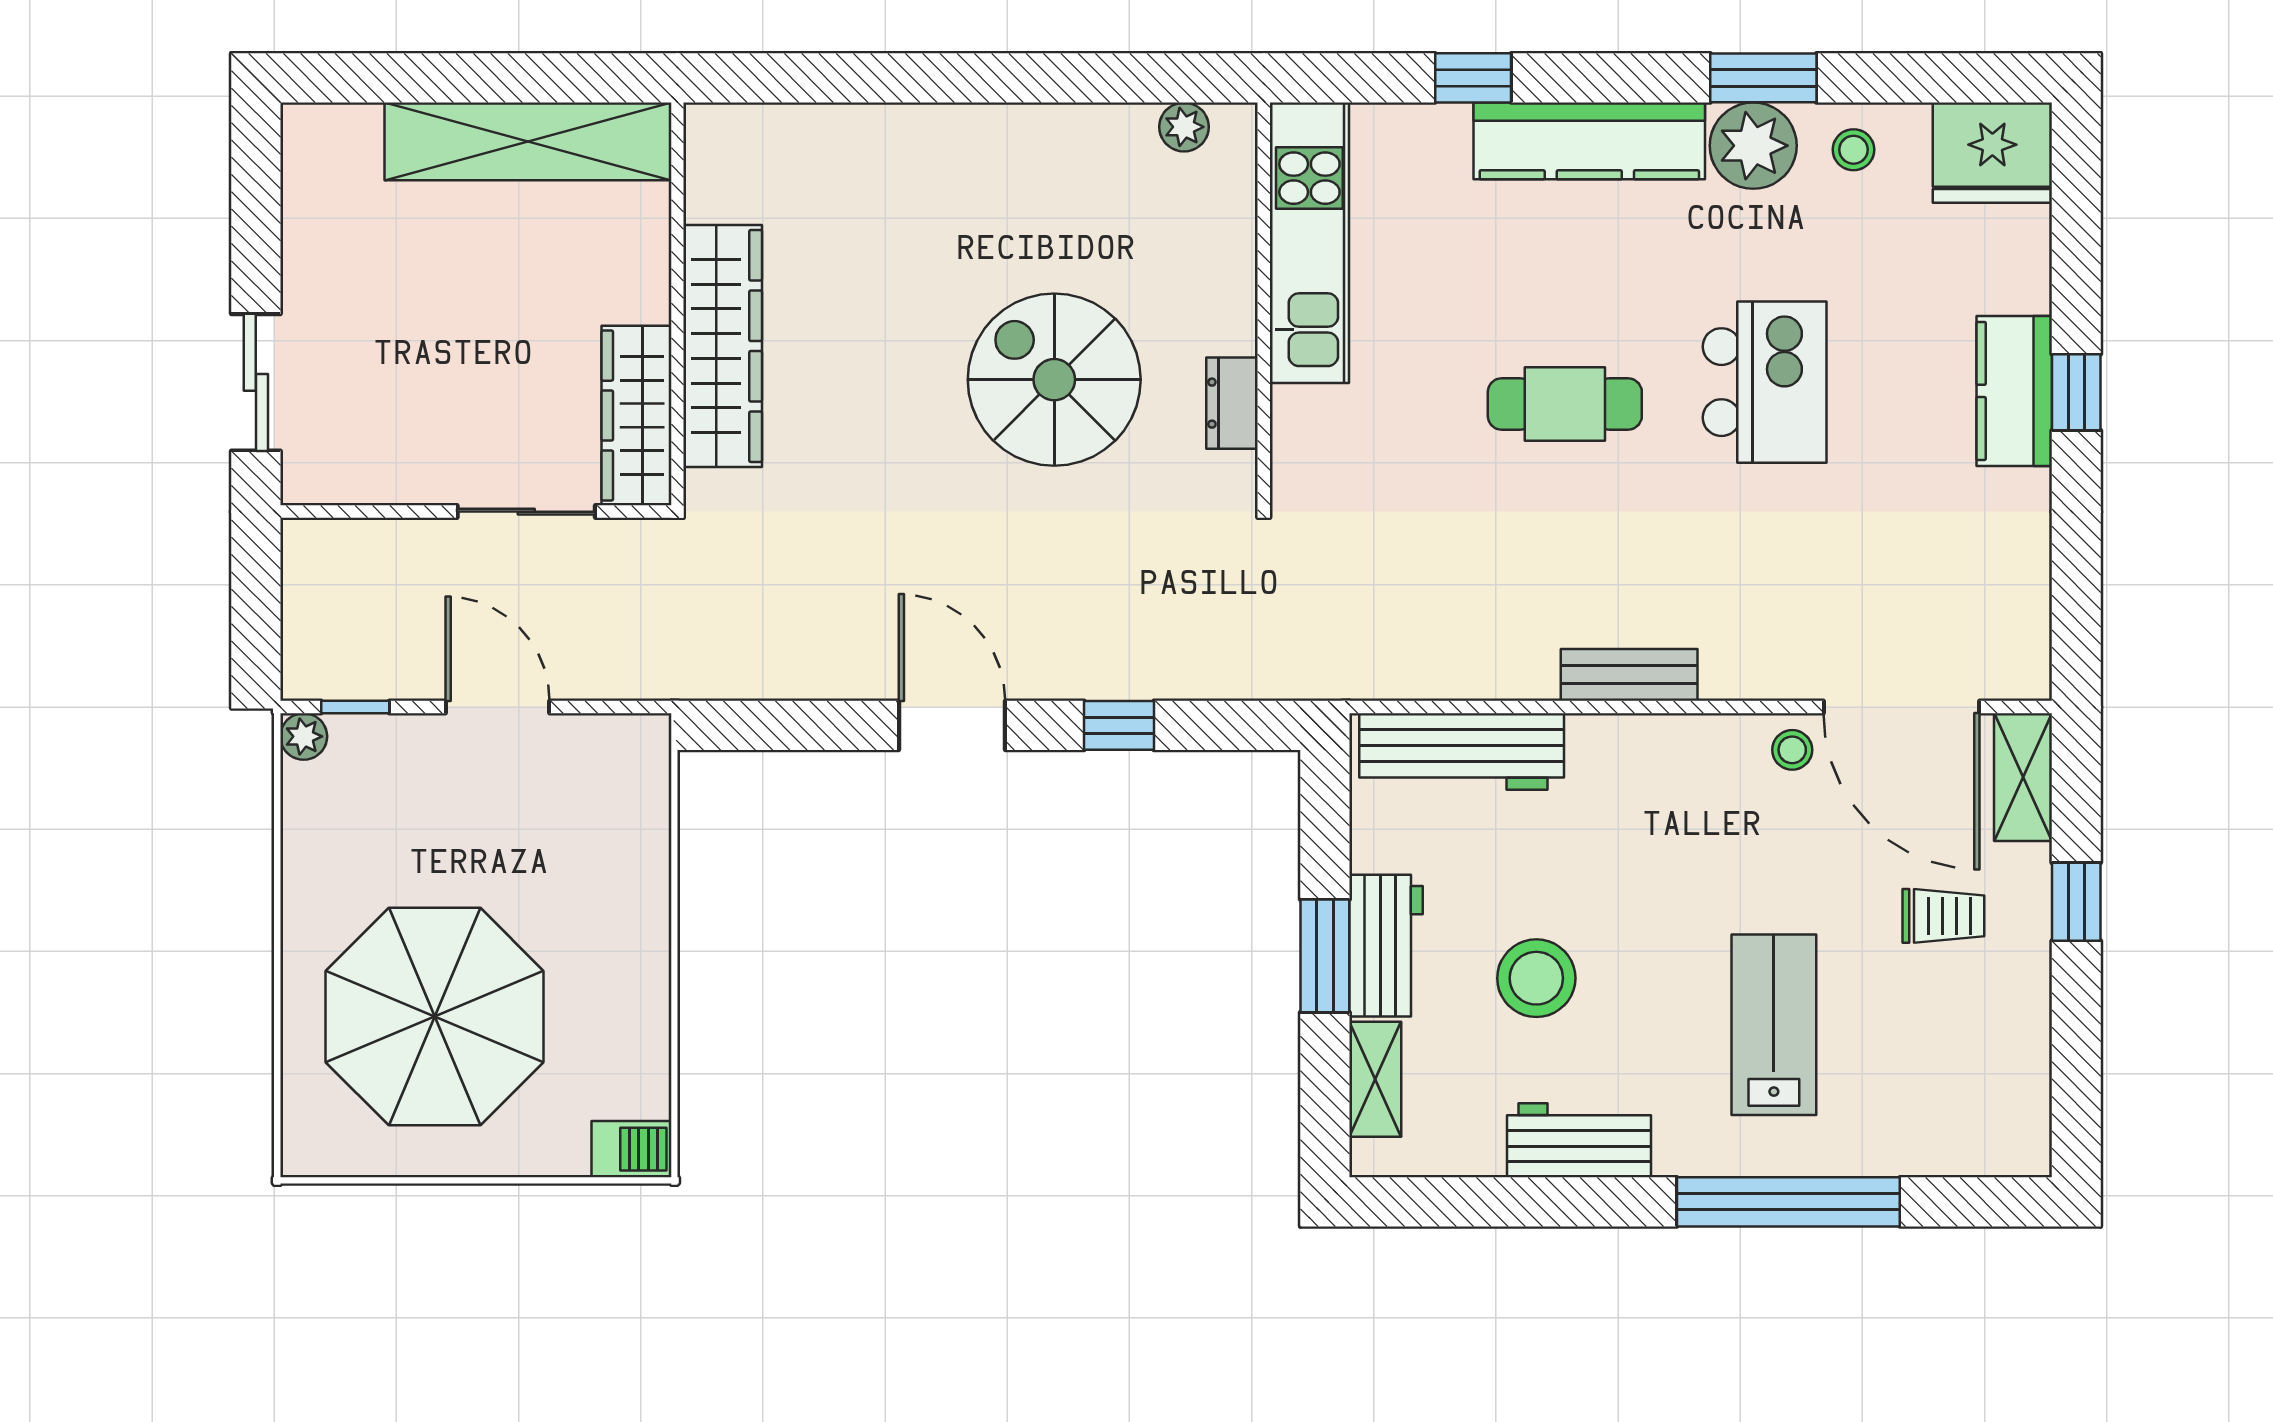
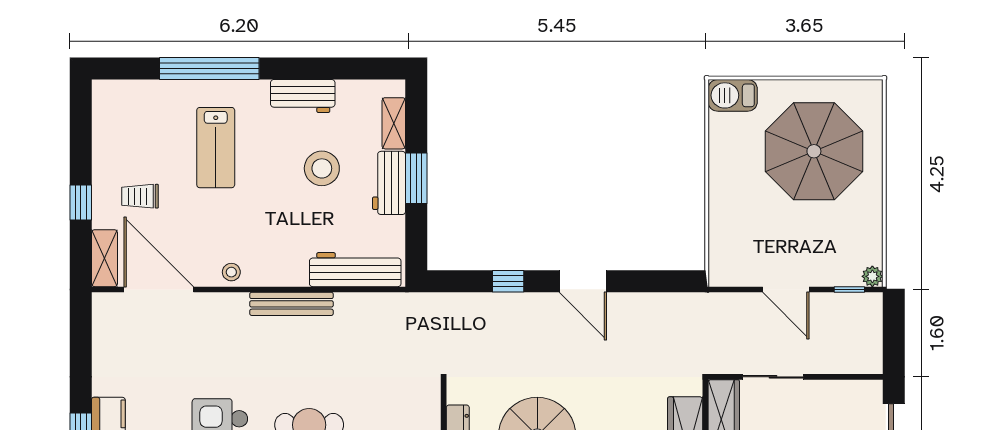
bench: (1629, 675) -> (291, 304), width x1.36
stool: (1792, 750) -> (231, 272), moved
barbecue: (631, 1149) -> (733, 95), width x1.38, depth x1.27

